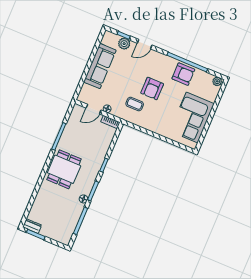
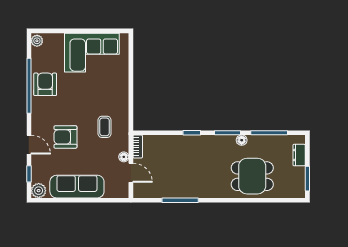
plant: (124, 44) -> (39, 191), moved
armchair: (152, 88) -> (65, 137), moved, turned 180
dining table: (64, 169) -> (252, 176), moved
dresser: (32, 226) -> (299, 155), moved

